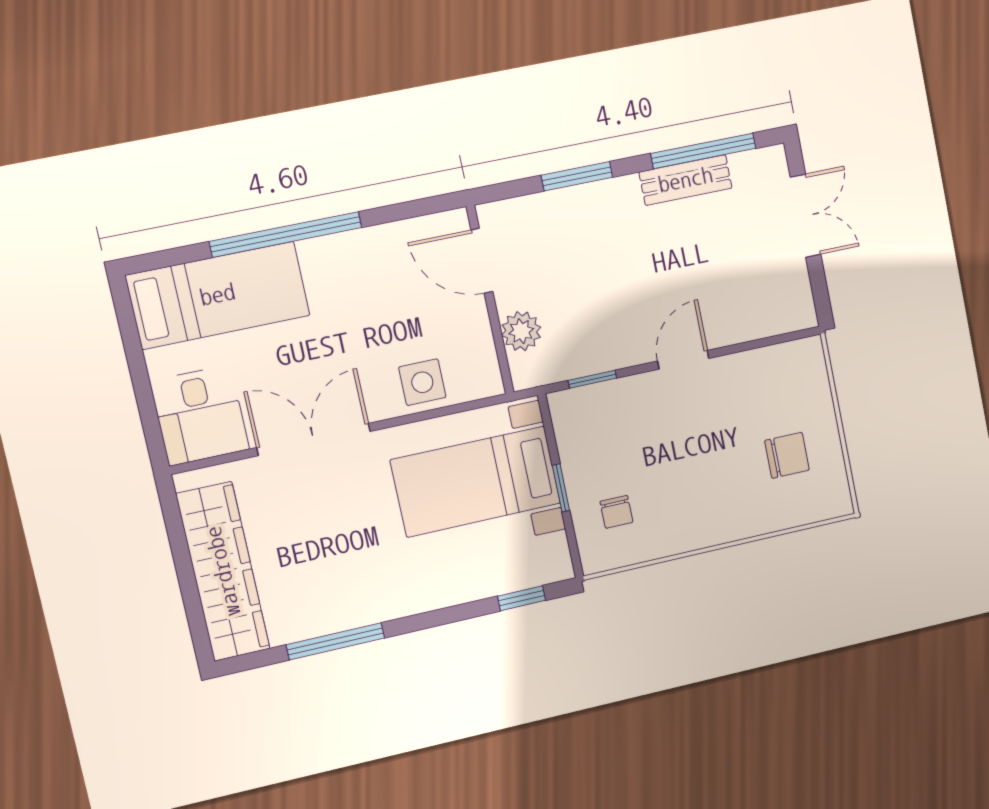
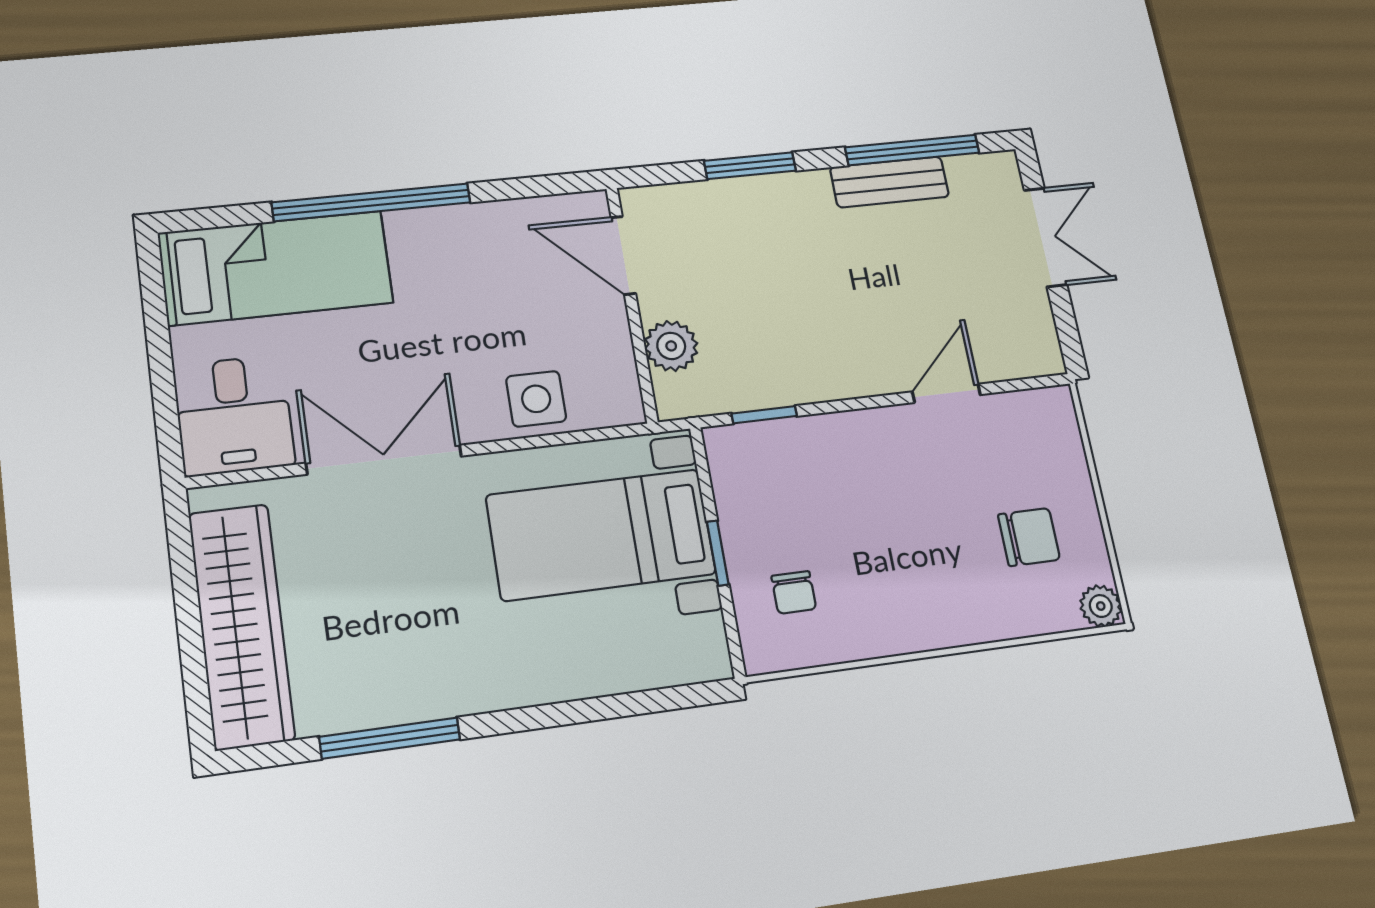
door: (683, 360) -> (946, 393), moved
plant: (837, 502) -> (1101, 606), added
window: (522, 598) -> (657, 700), removed

